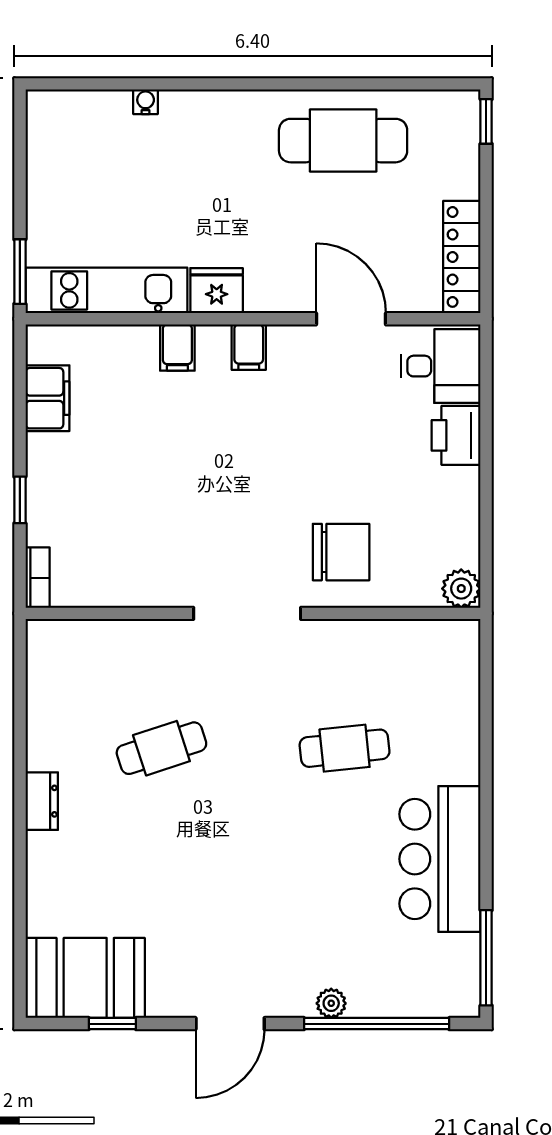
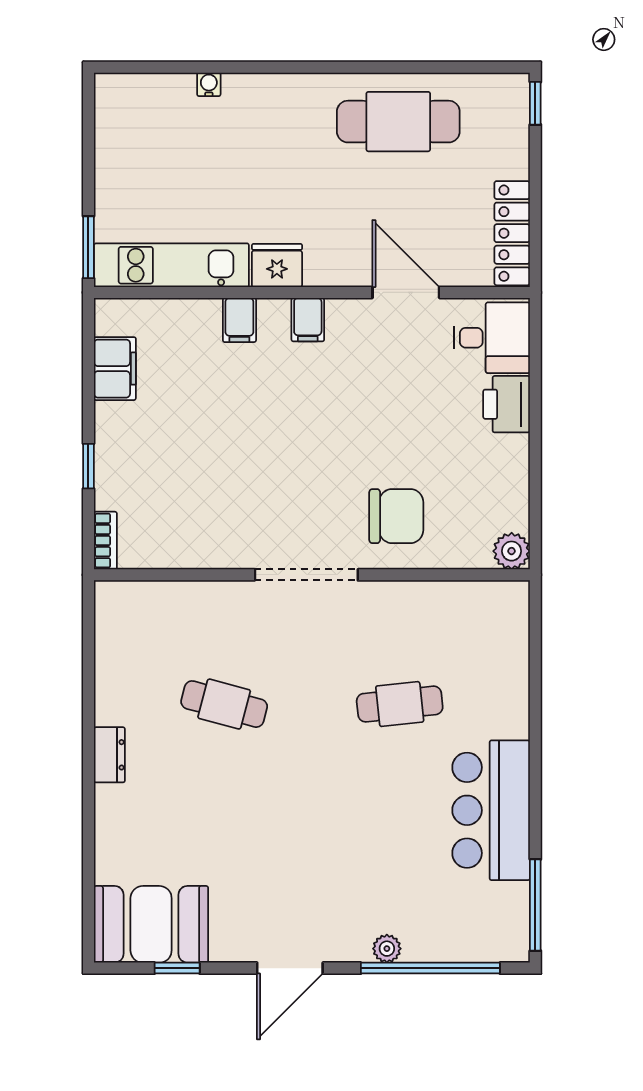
cafe table: (161, 748) -> (224, 704), turned 33

